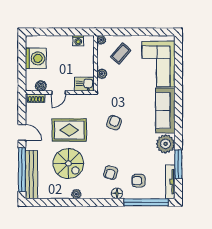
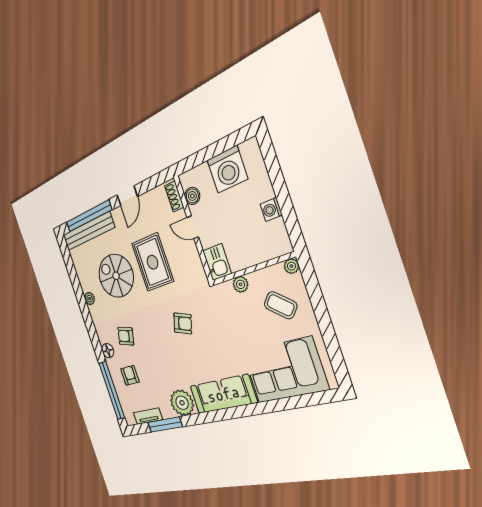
washing machine: (78, 41) -> (271, 210), moved
spiral stairs: (68, 163) -> (116, 276), turned 90
tv unit: (170, 182) -> (148, 416), width x0.71

